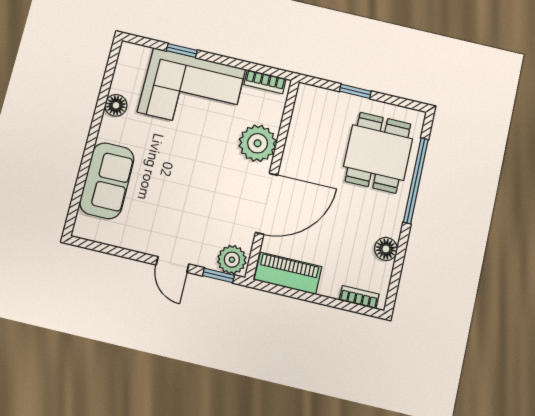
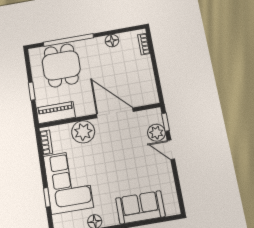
dining table: (378, 153) -> (61, 65), turned 90
plant: (232, 260) -> (156, 133), moved
door: (172, 264) -> (171, 150), swing flipped
piano: (288, 273) -> (56, 113), moved, turned 90

